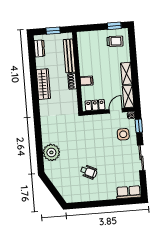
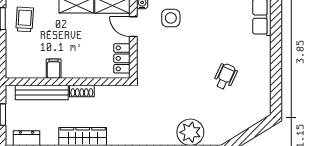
filing cabinet: (87, 81) -> (54, 69), moved

